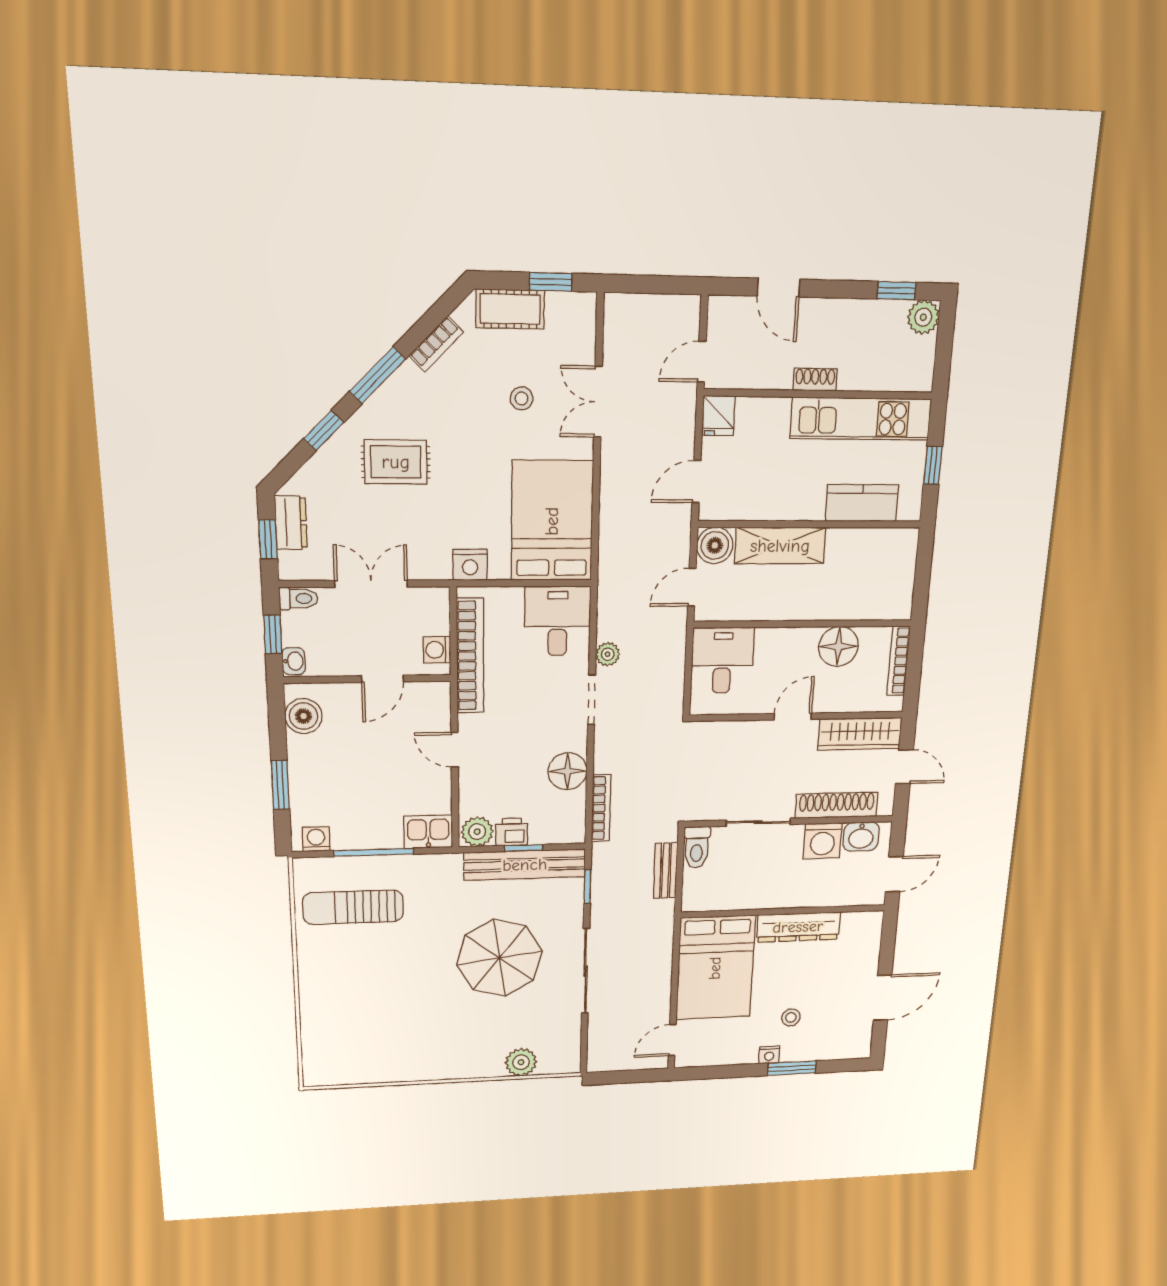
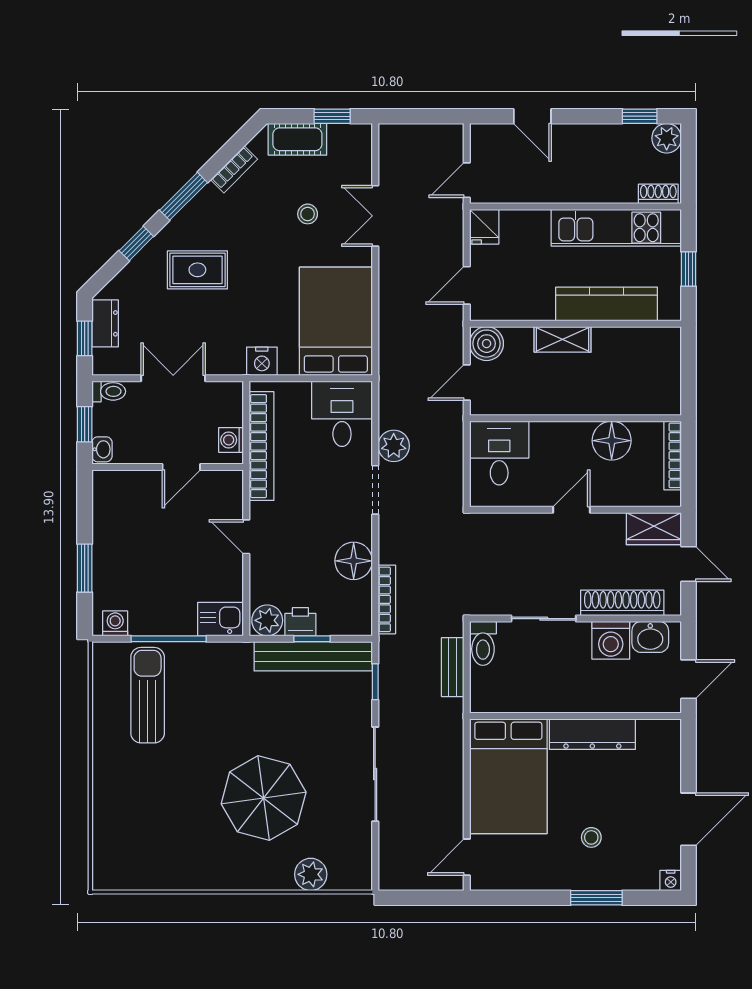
shoe rack: (815, 380) -> (658, 194), moved
kitchen counter: (862, 503) -> (607, 304), width x1.50
shelving: (780, 546) -> (563, 339), width x0.67, depth x0.75
plant: (608, 654) -> (394, 446), width x1.38, depth x1.38
boiler: (303, 716) -> (109, 502), removed
wardrobe: (860, 734) -> (654, 529), width x0.67
sun lounger: (353, 907) -> (148, 695), turned 90
parasol: (499, 958) -> (264, 798), moved
nightstand: (769, 1055) -> (671, 880), moved

